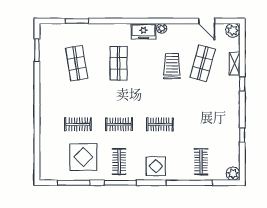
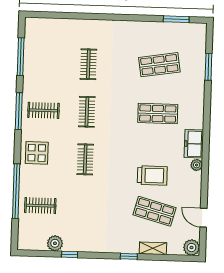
door: (207, 21) -> (203, 218), hinge flipped
display table: (83, 157) -> (50, 69), removed
plant: (233, 174) -> (55, 243), moved

